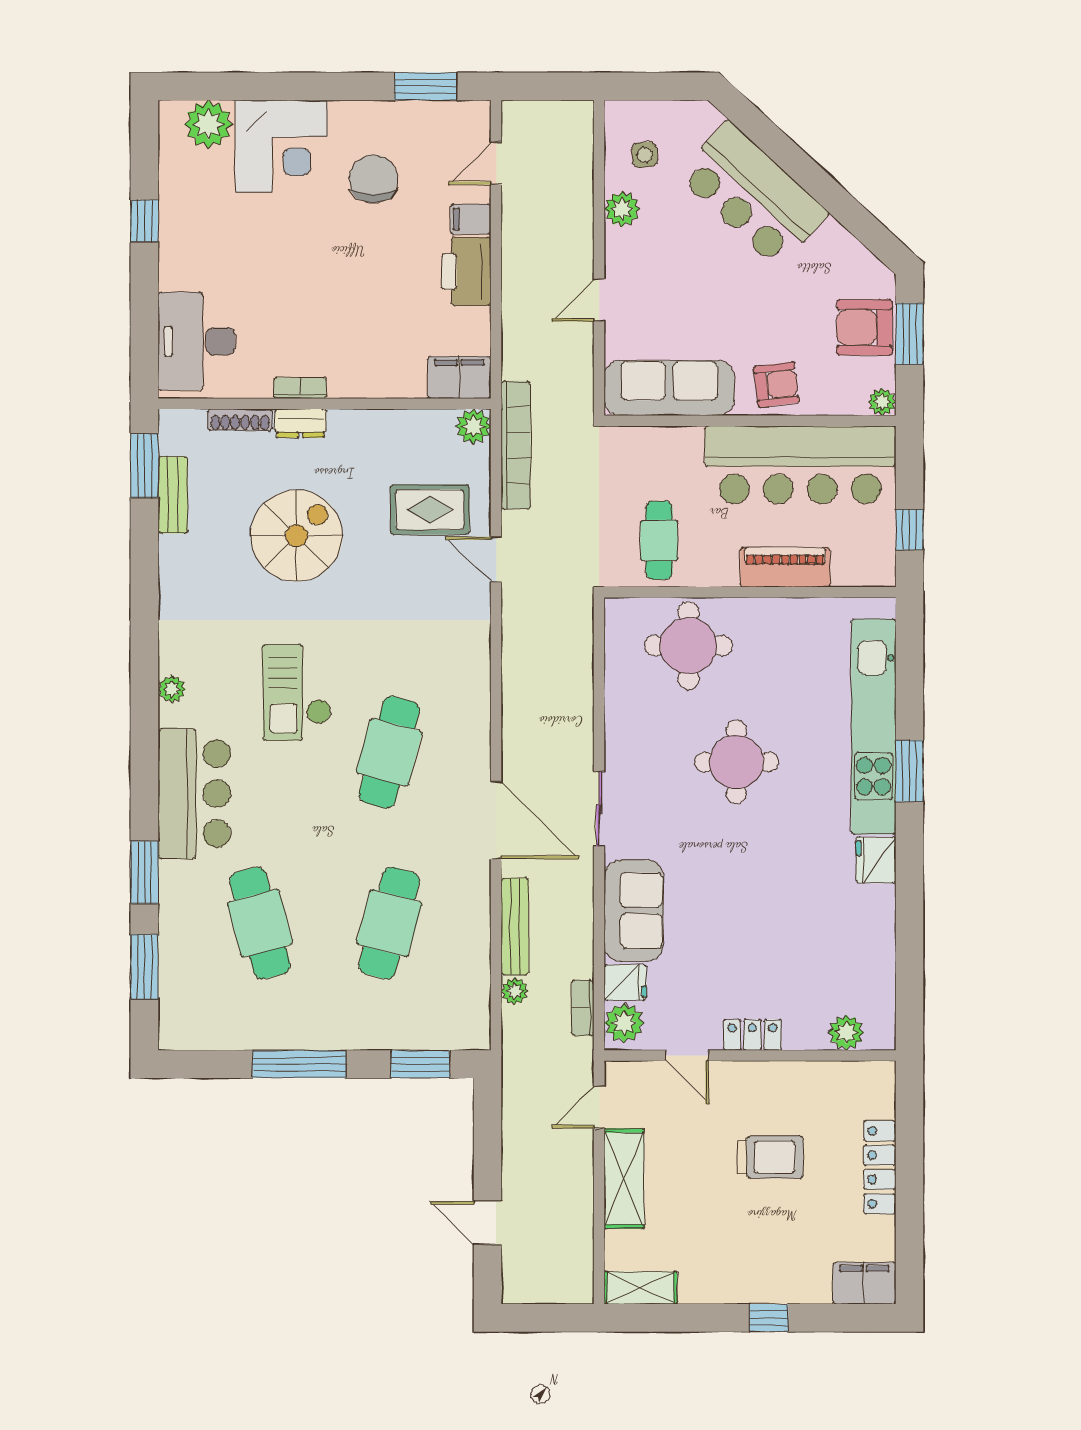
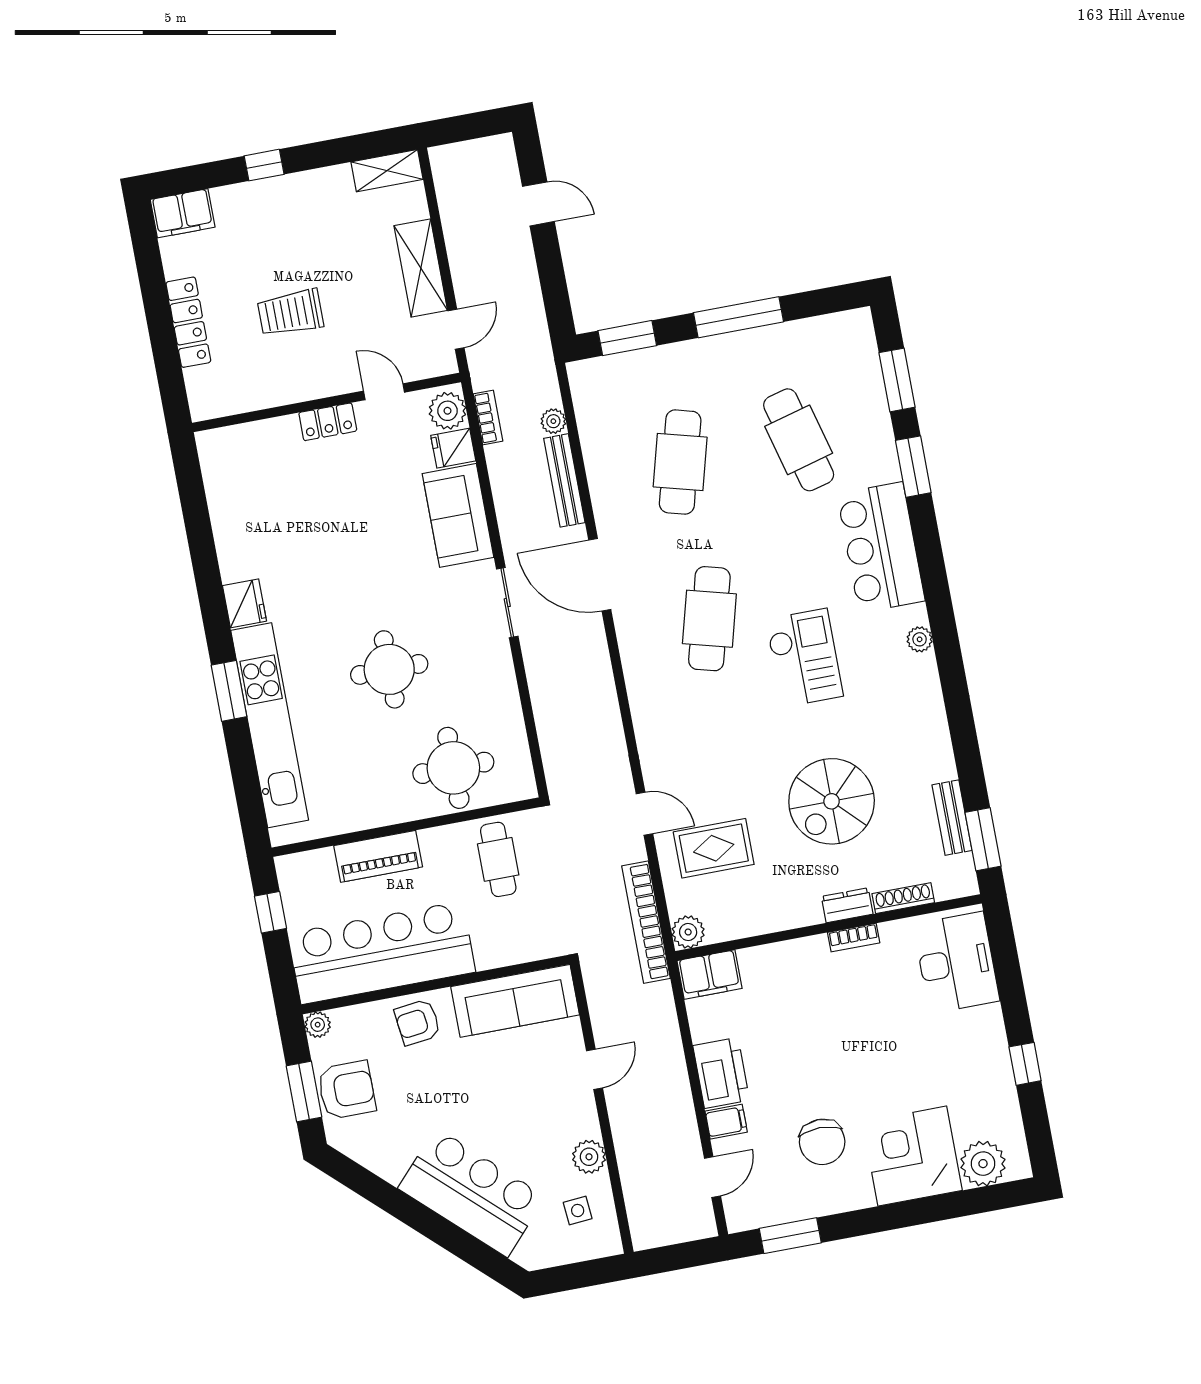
plant: (846, 1032) -> (242, 440), removed

